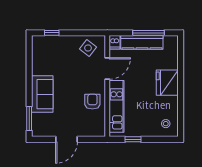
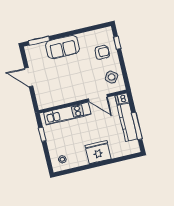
armchair: (92, 102) -> (102, 52), moved

